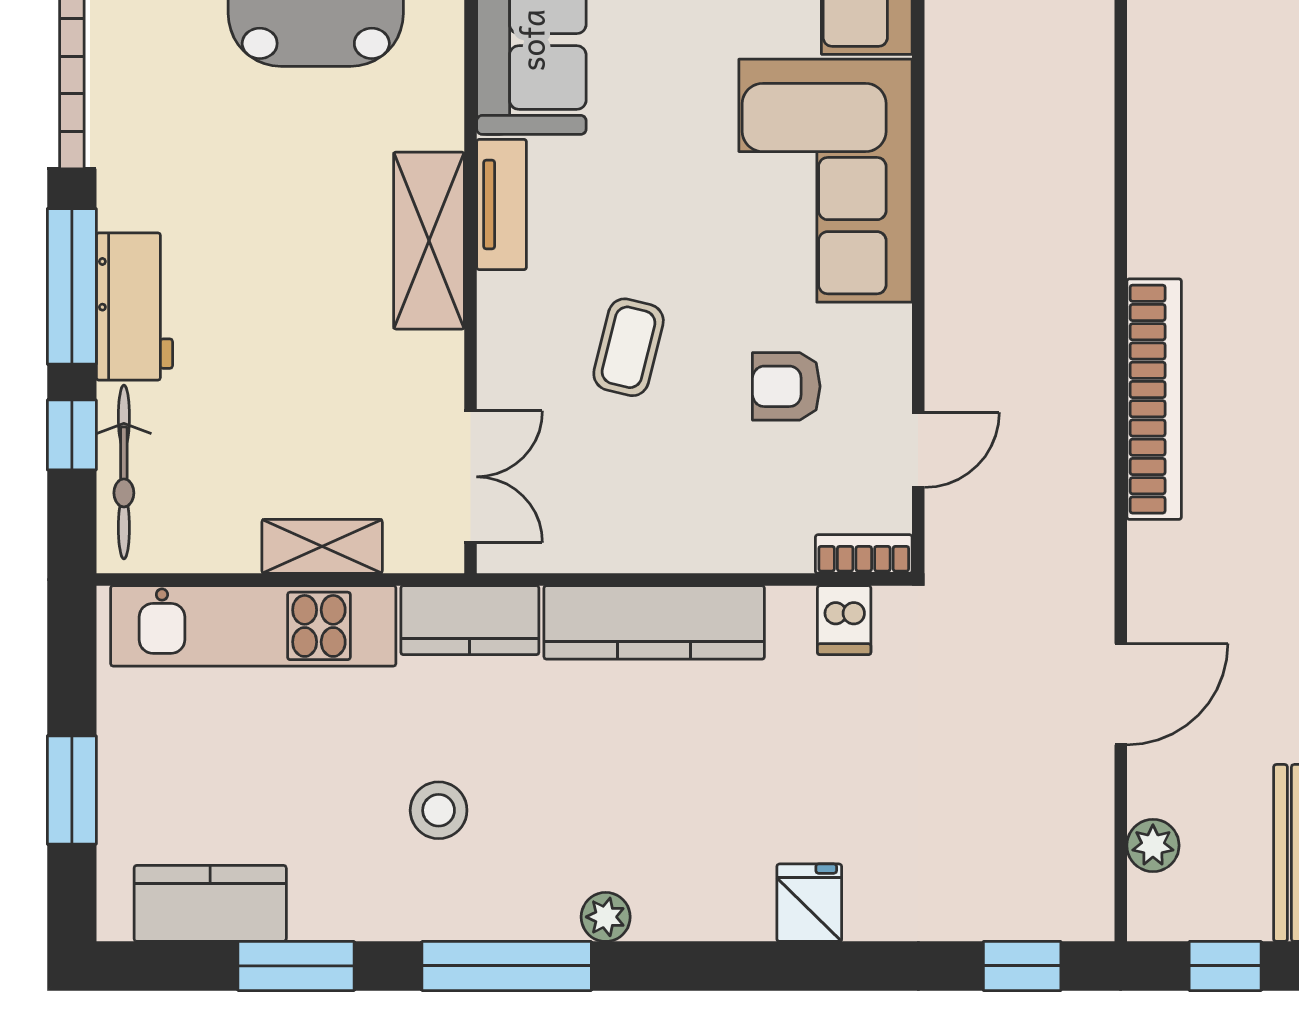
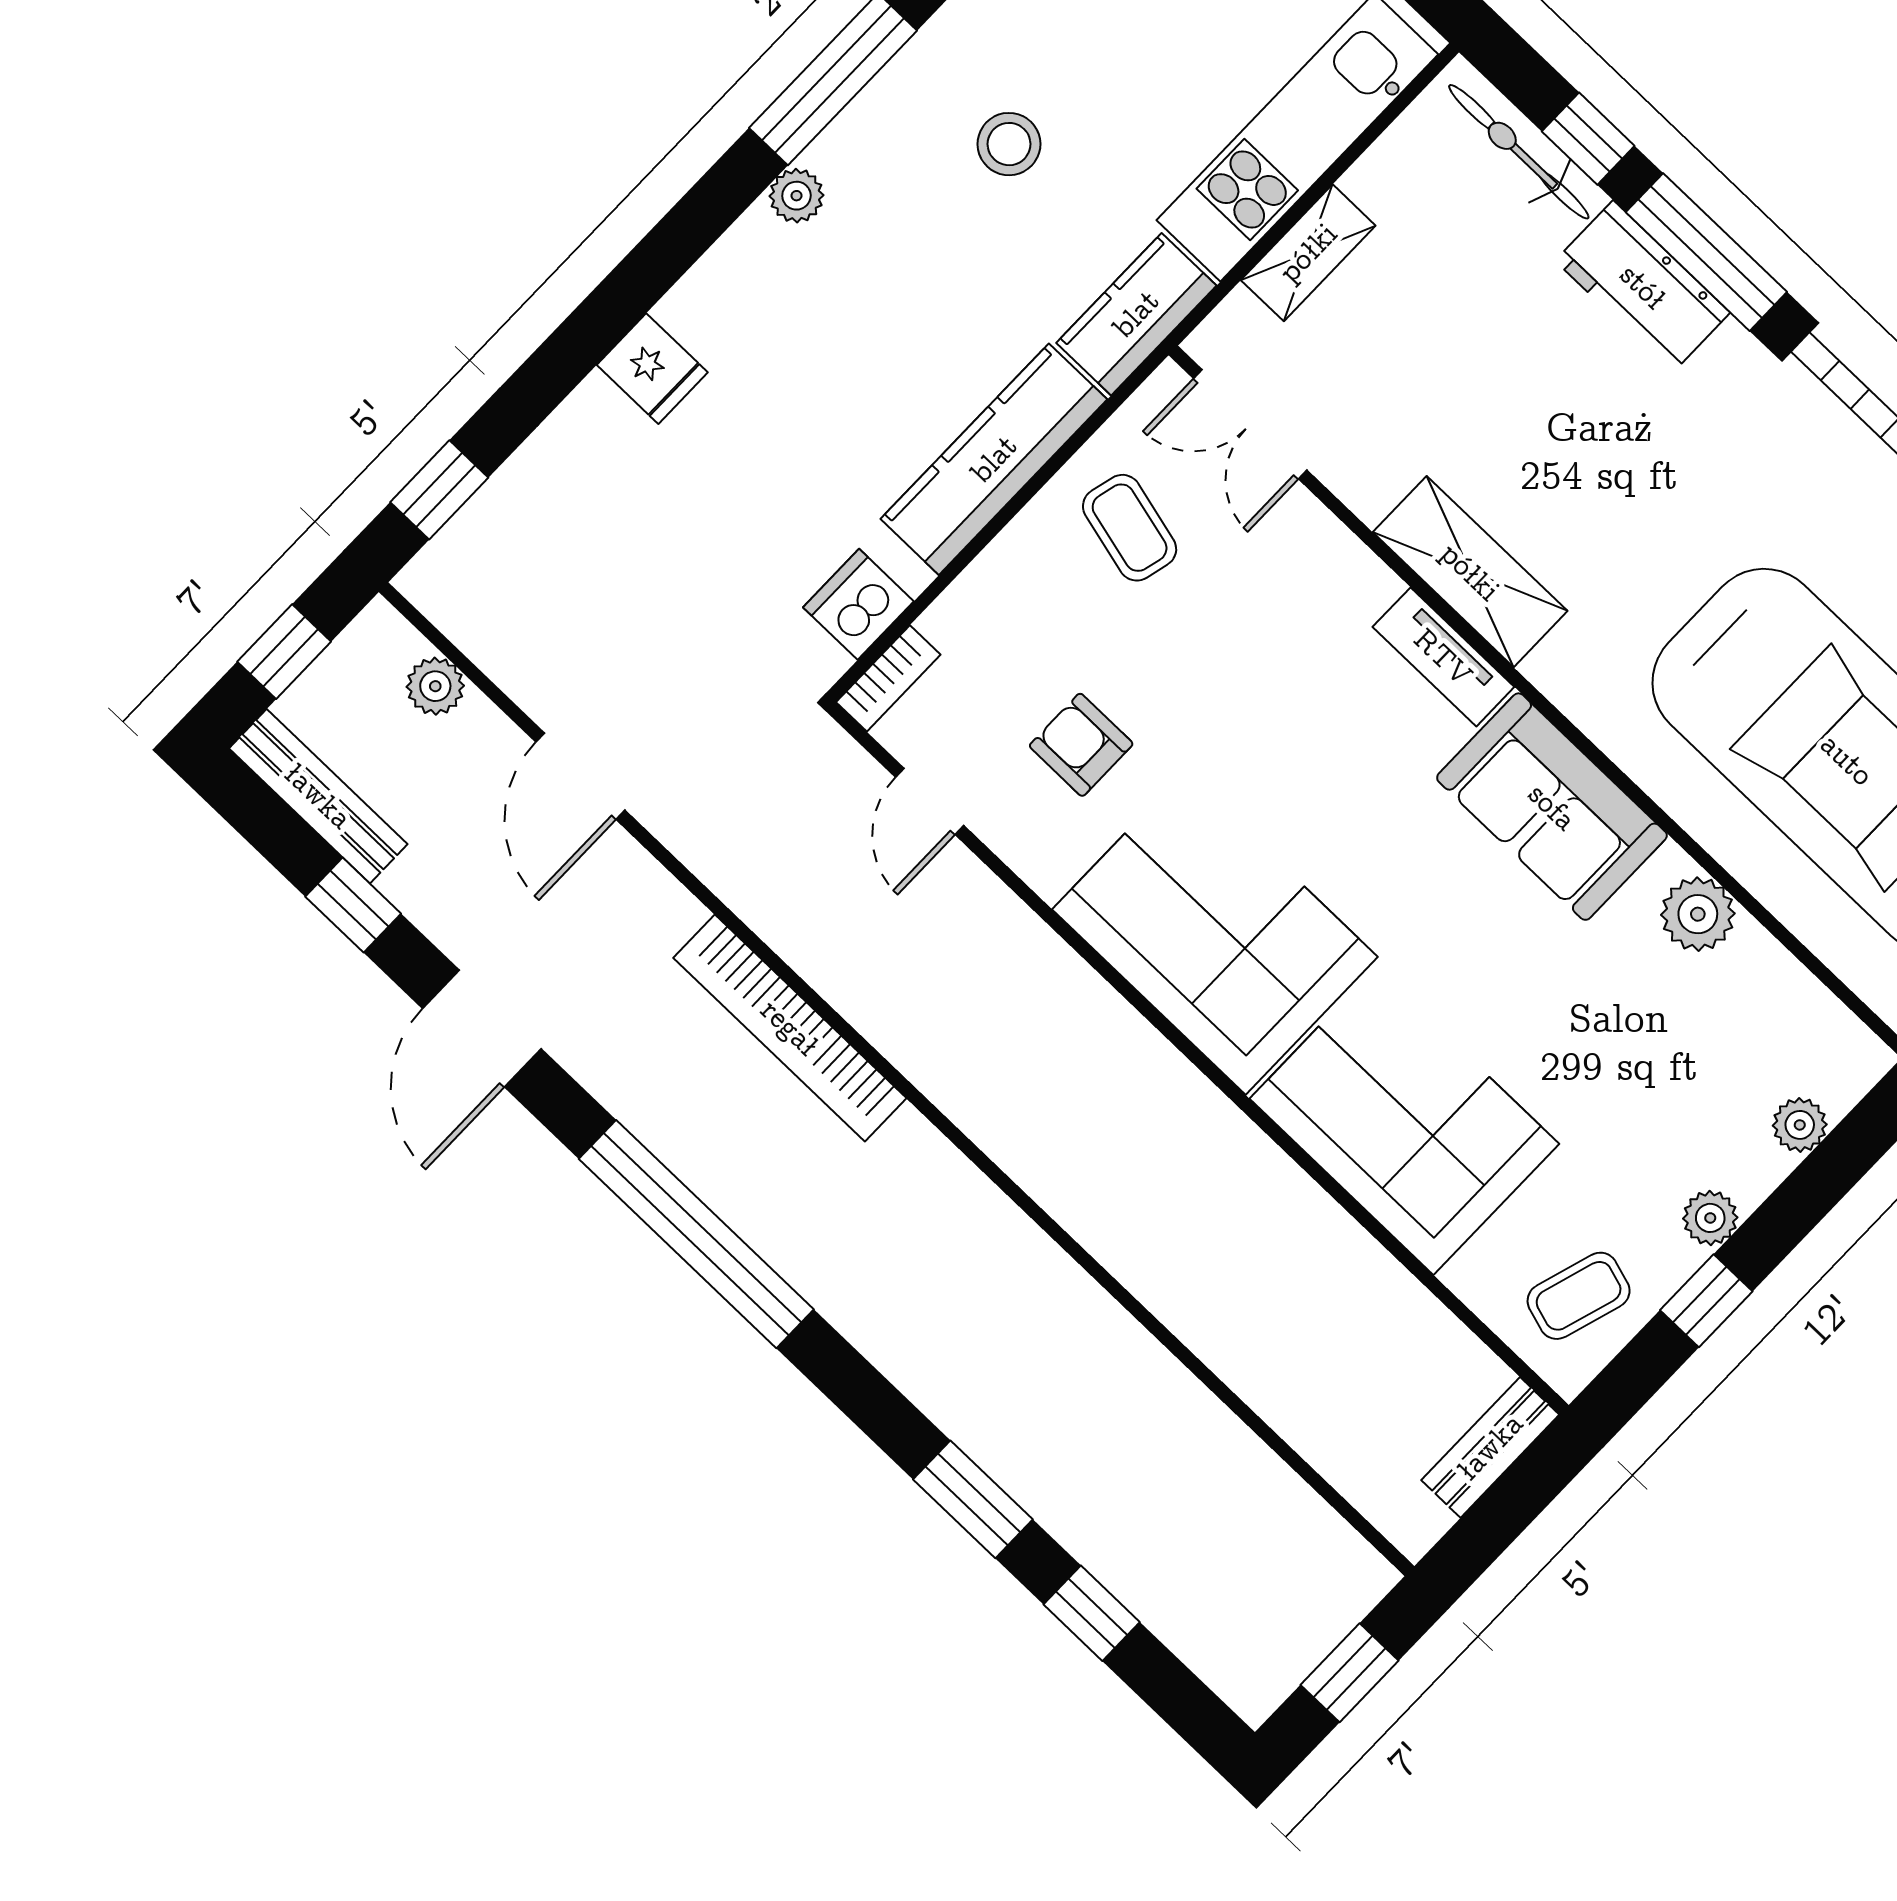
coffee table: (629, 347) -> (1130, 528), moved
armchair: (786, 386) -> (1081, 745), turned -90
dishwasher: (844, 620) -> (858, 604), width x1.38

